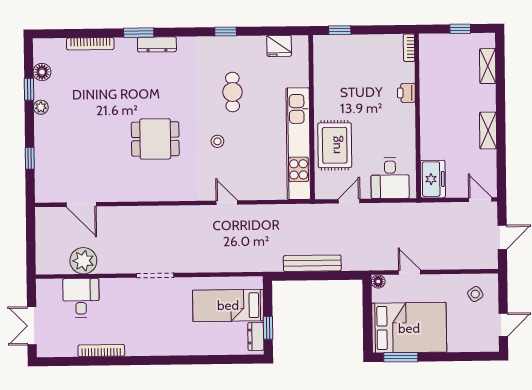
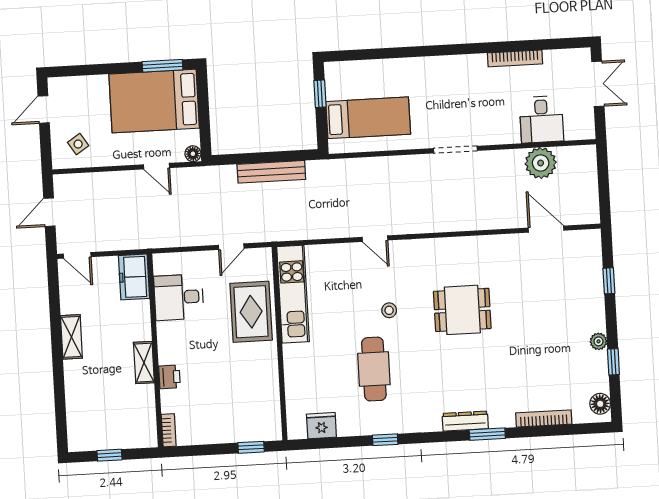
shelving: (488, 66) -> (144, 363), moved
floor lamp: (42, 72) -> (600, 404), moved
cafe table: (233, 92) -> (374, 369), width x1.37, depth x1.35
kitchen unit: (298, 144) -> (293, 294), width x0.73
desk: (390, 178) -> (179, 297), moved, turned -90
dresser: (256, 336) -> (334, 83), removed

